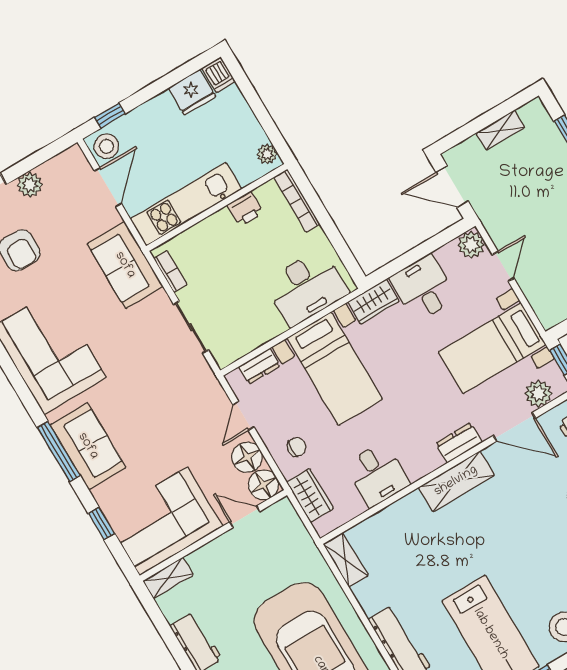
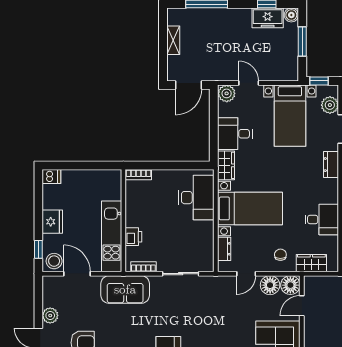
fridge: (192, 92) -> (52, 222), moved
plant: (267, 154) -> (111, 176), removed
bookcase: (297, 201) -> (139, 175), width x0.64
printer: (245, 209) -> (133, 237), moved
door: (243, 416) -> (246, 274), hinge flipped

